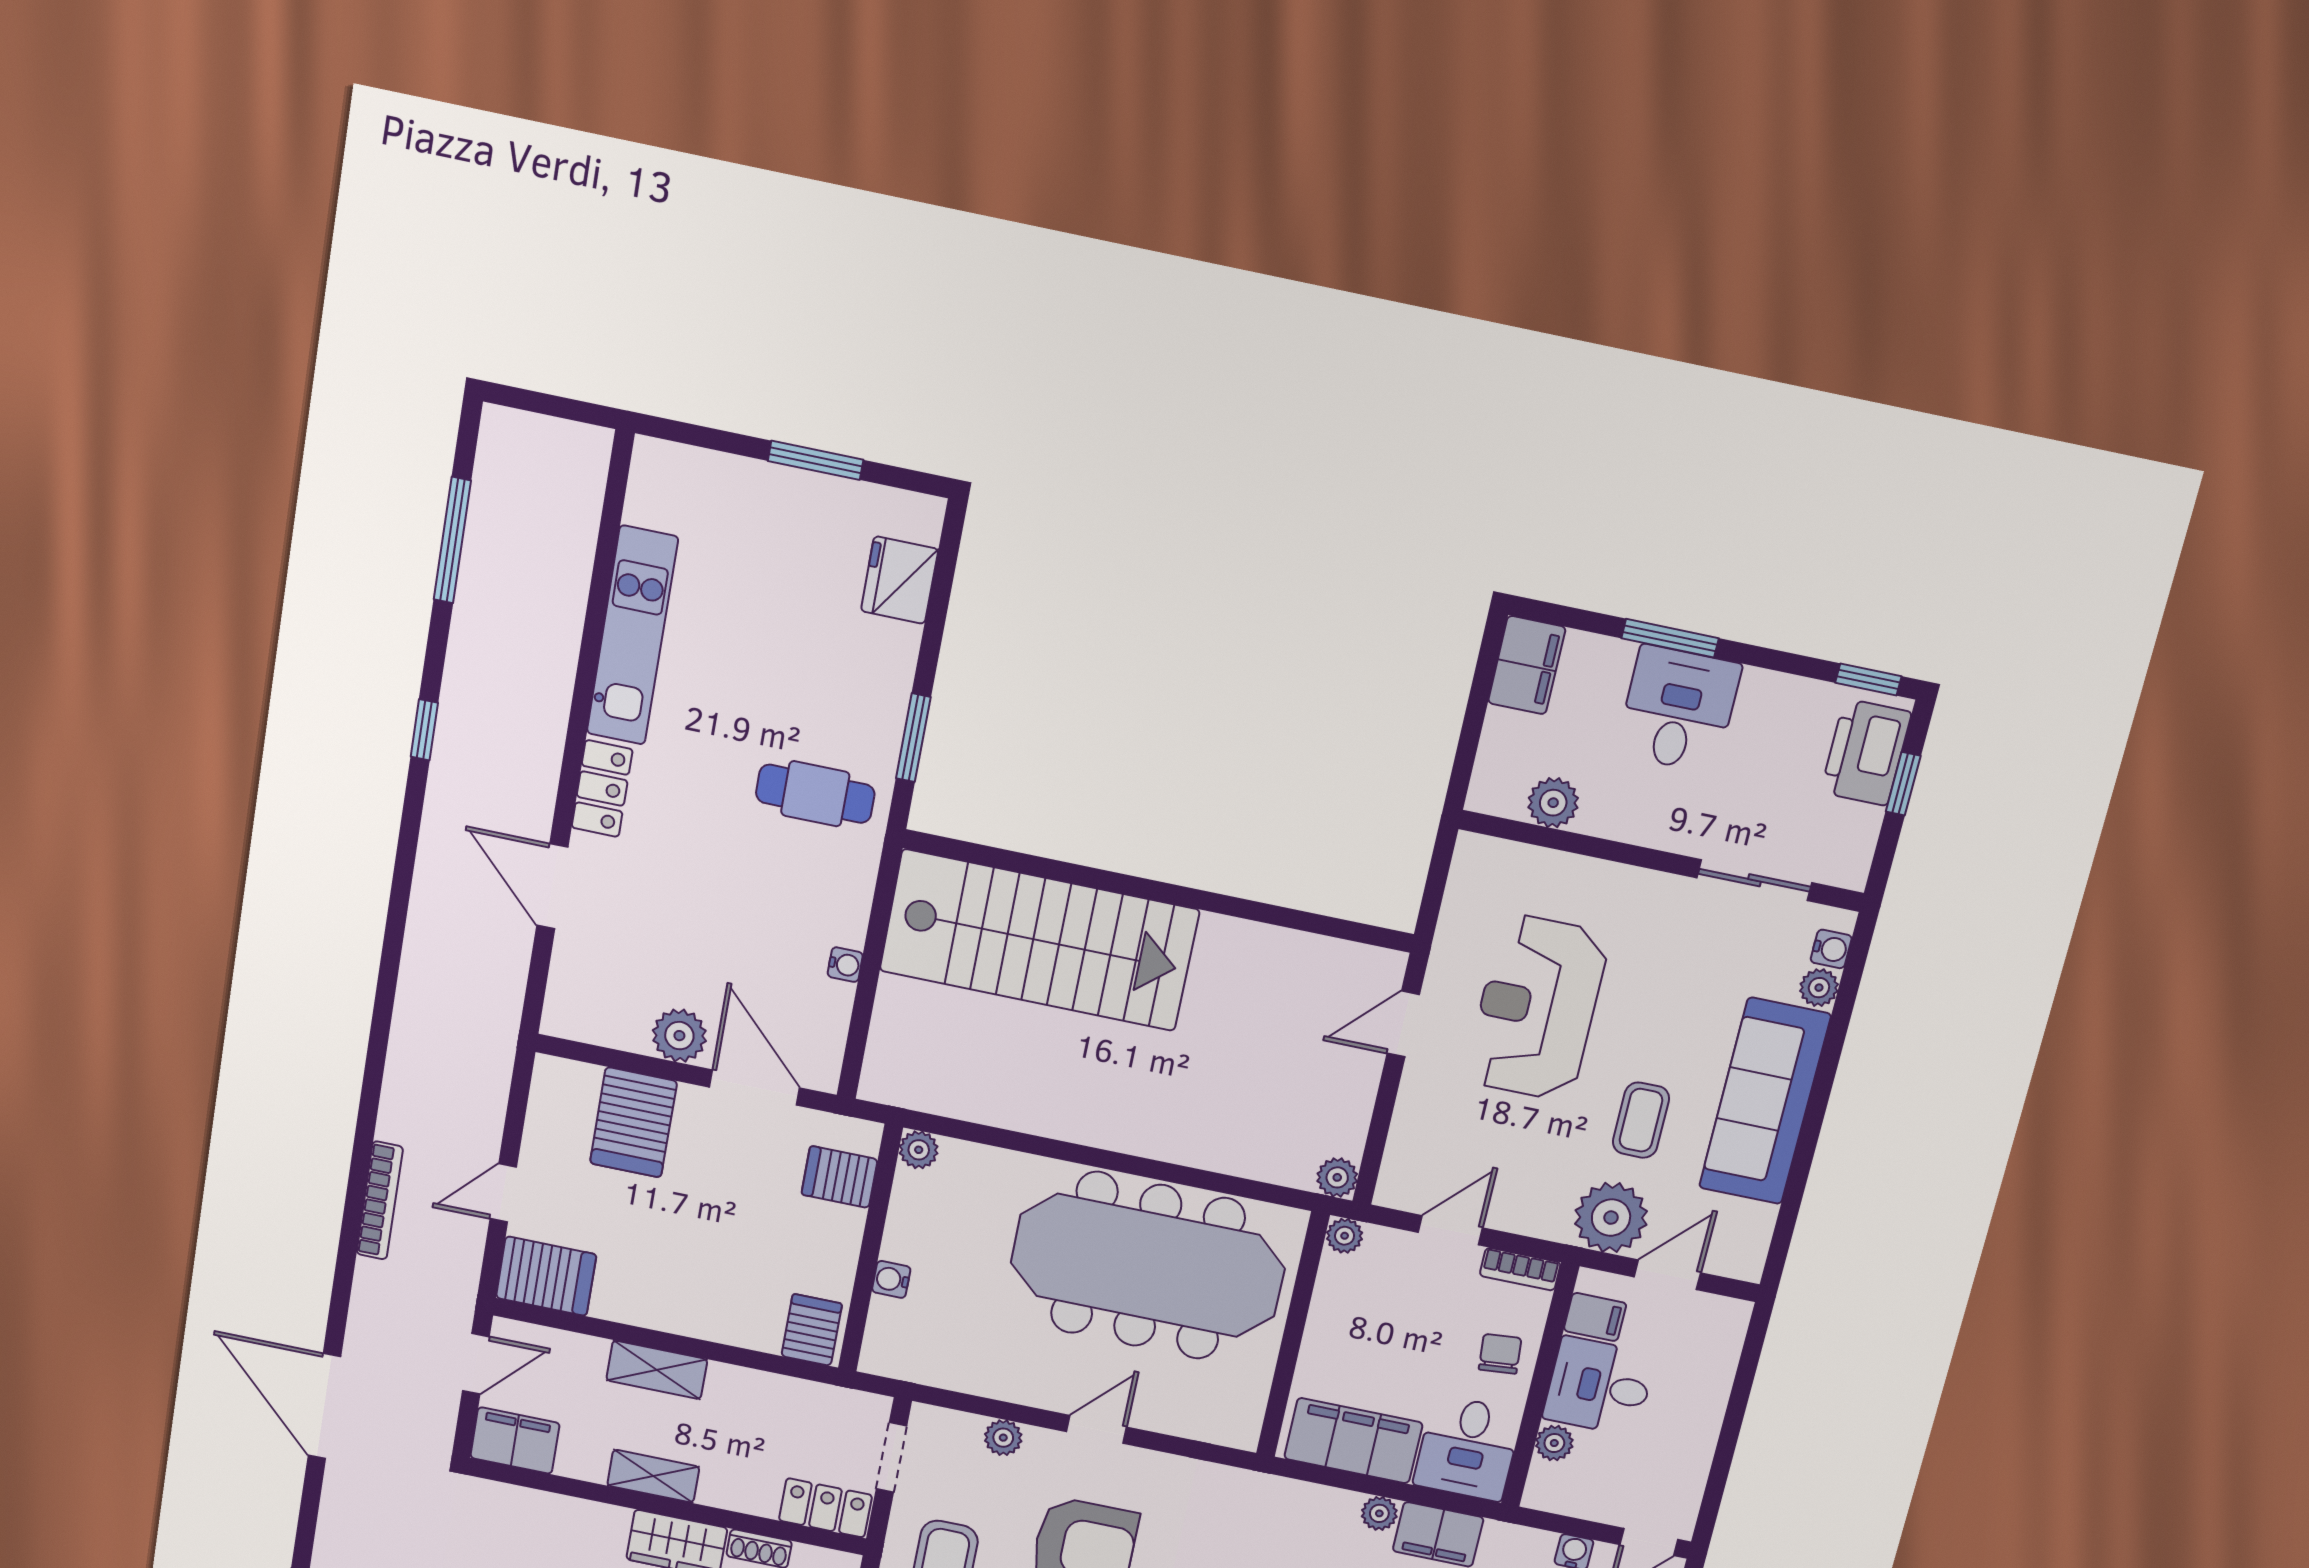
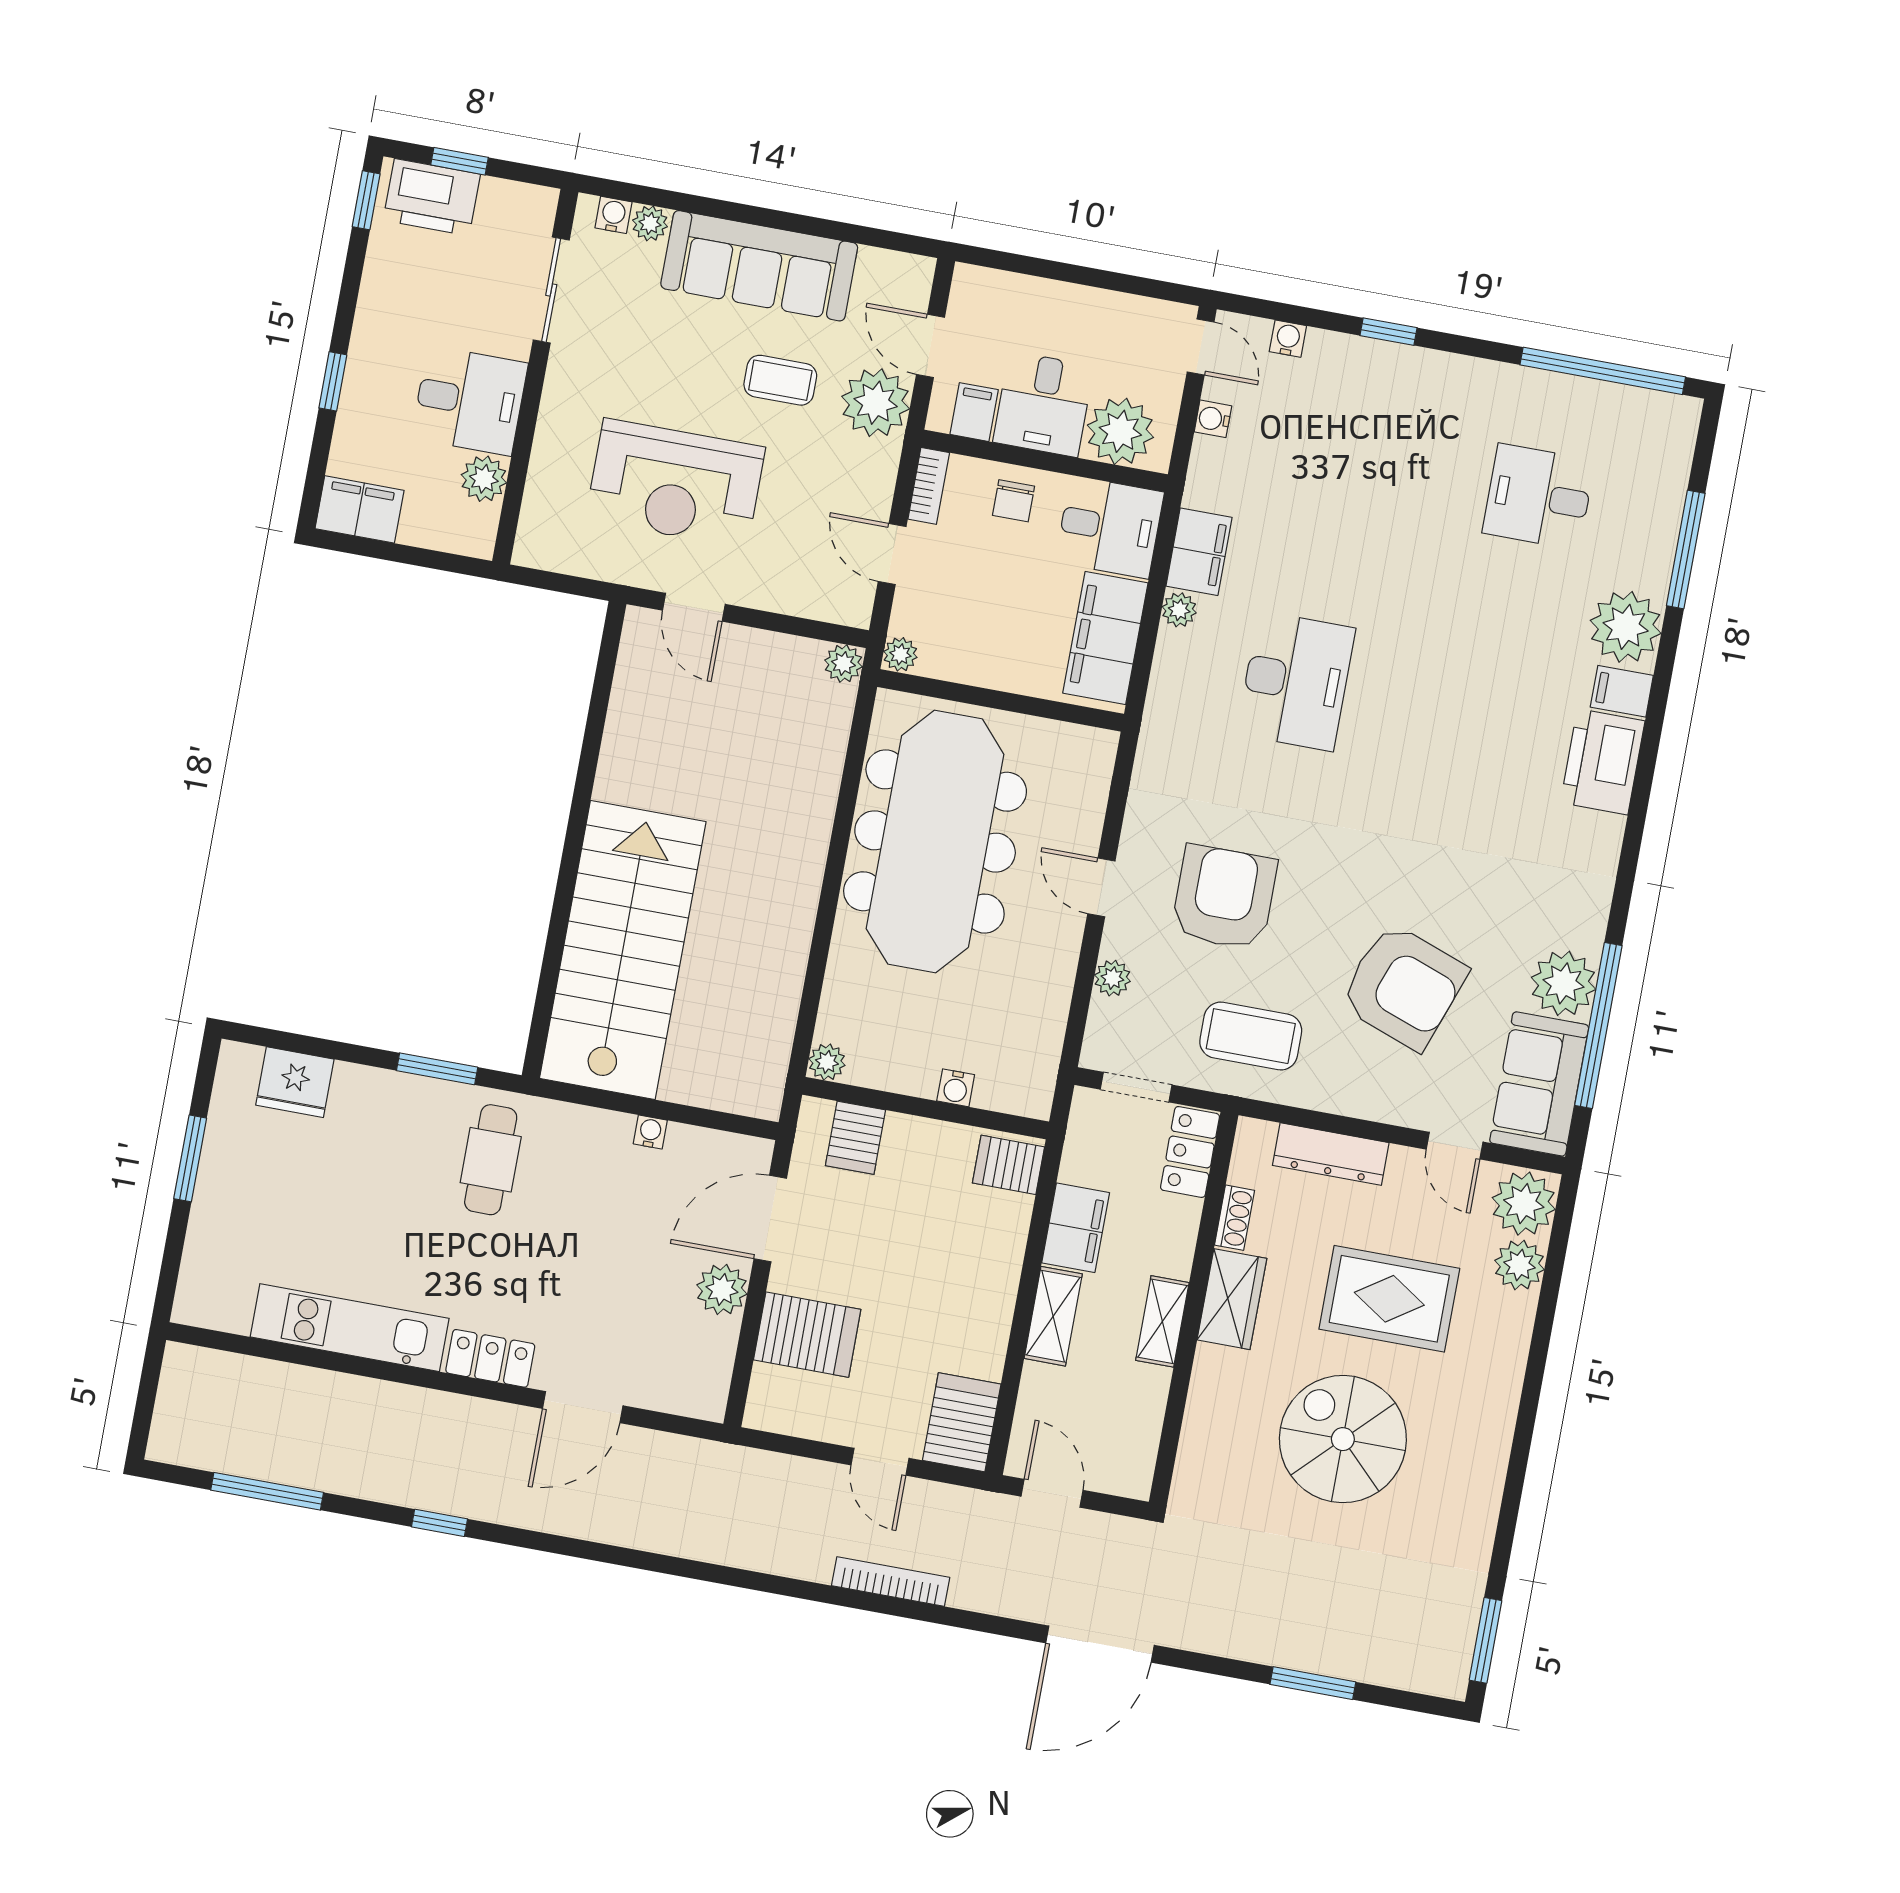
window: (1670, 638) -> (333, 381), width x0.67
desk: (1678, 709) -> (470, 401), moved, turned 180
chair: (1500, 1354) -> (1014, 501), turned -85
filing cabinet: (515, 1440) -> (1076, 1228), moved, turned 180
plant: (1554, 1443) -> (1120, 431), width x1.87, depth x1.87

